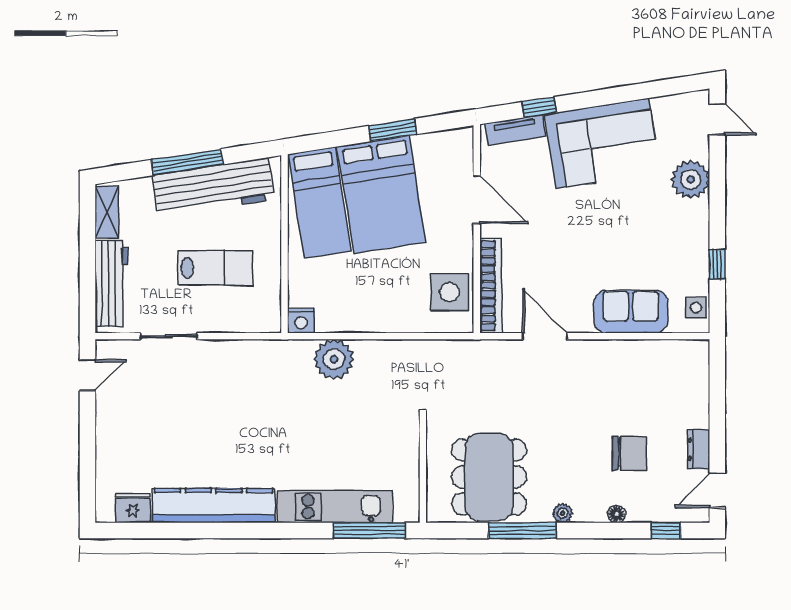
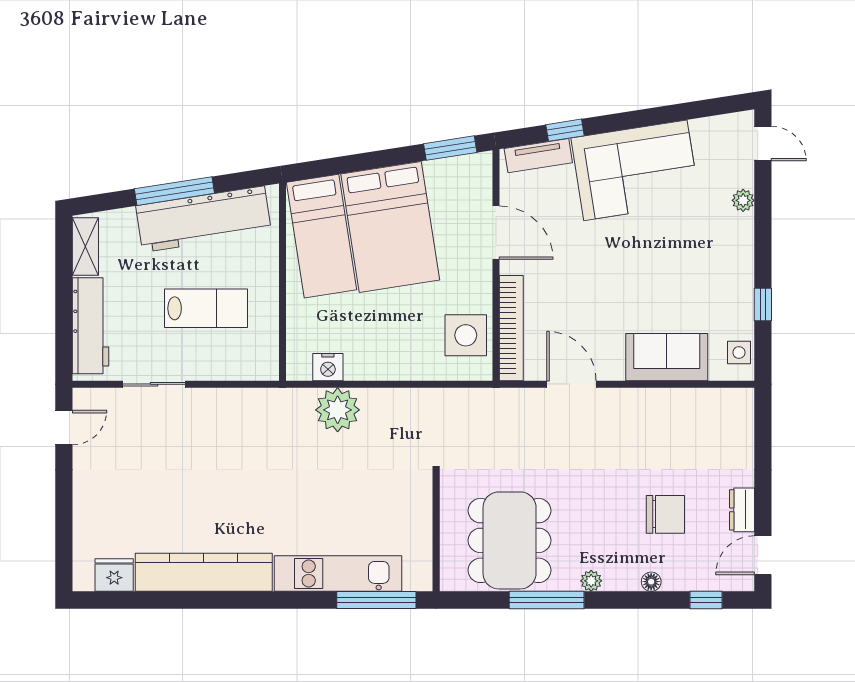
window: (393, 130) -> (450, 148), moved
plant: (691, 179) -> (743, 200), width x0.53, depth x0.53
nightstand: (301, 321) -> (328, 367), moved

